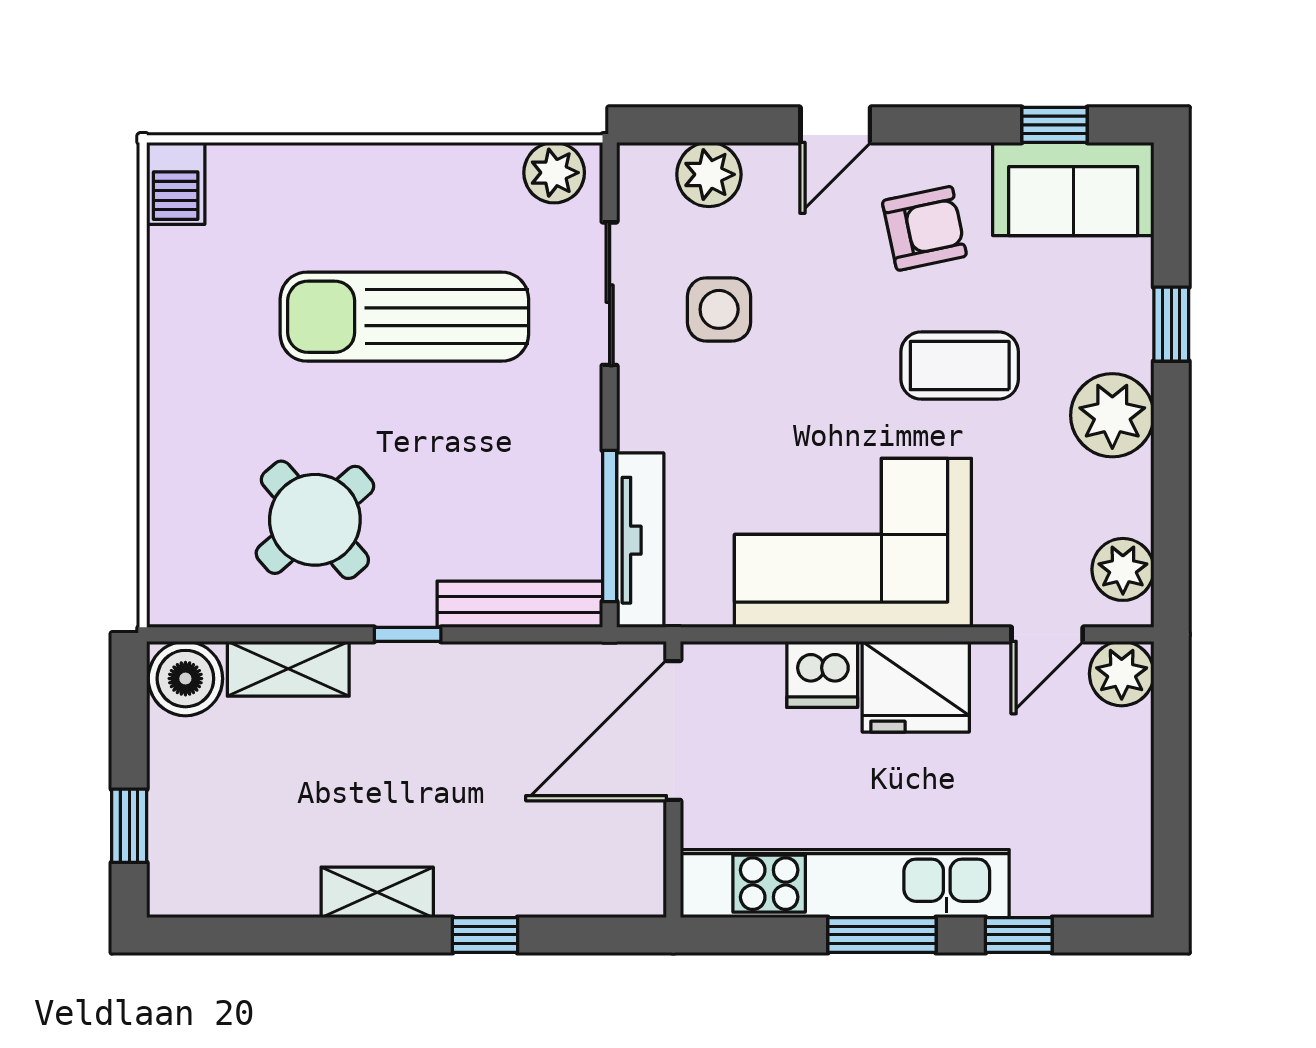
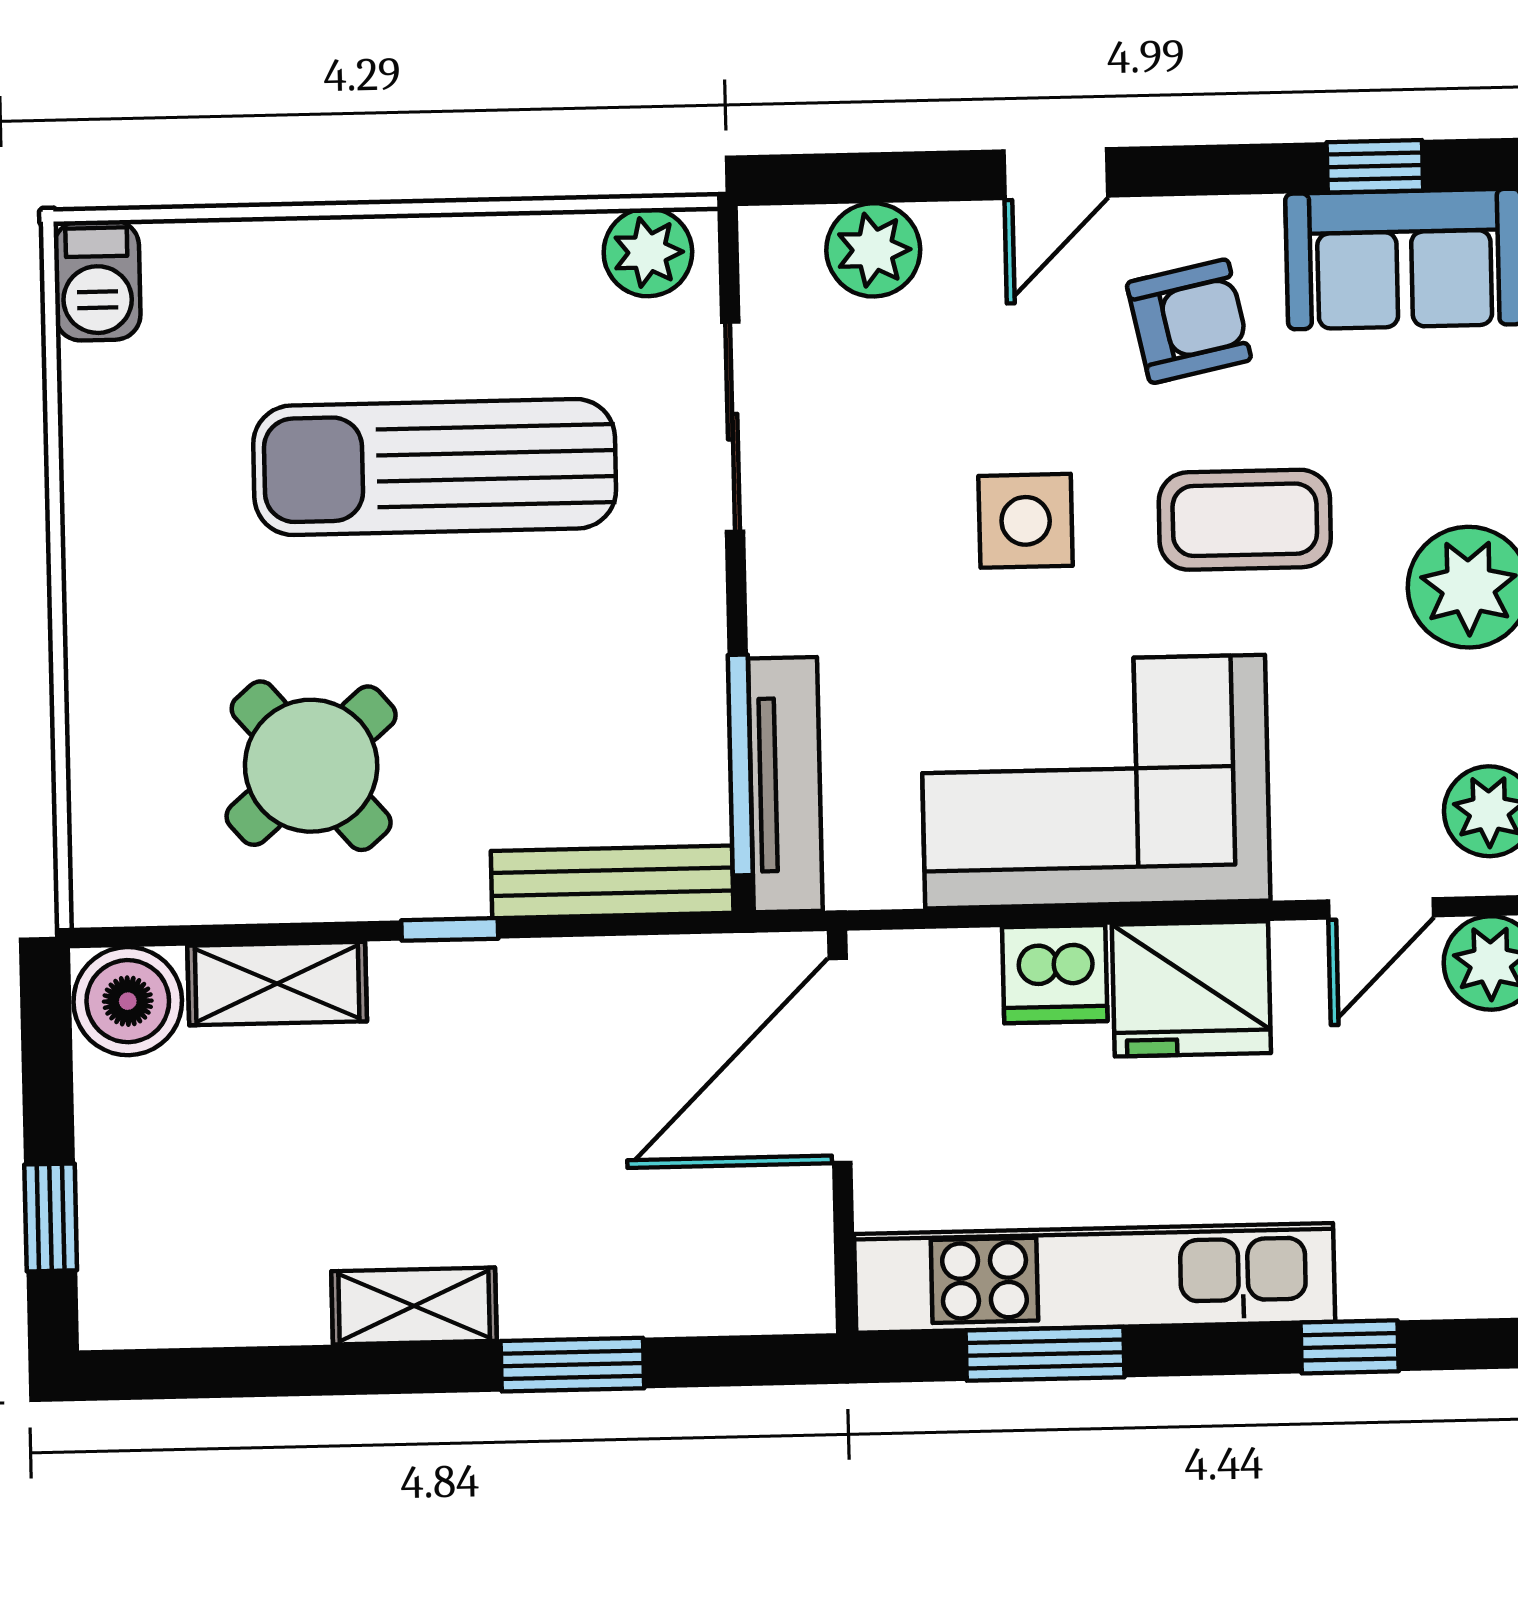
side table: (719, 309) -> (1026, 521), moved
window: (485, 935) -> (572, 1365), width x1.50
window: (882, 935) -> (1045, 1354), moved

